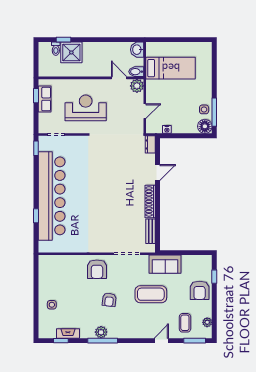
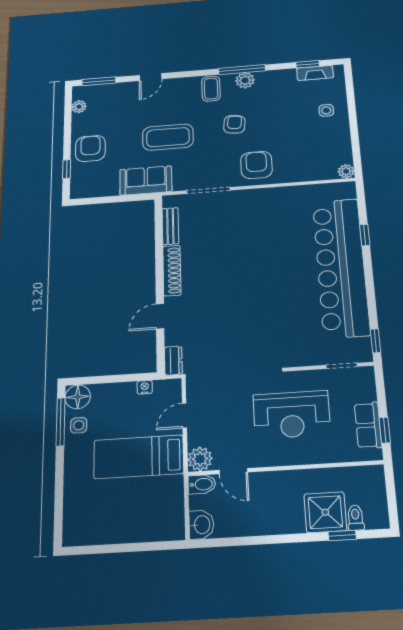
bed: (171, 68) -> (139, 457), moved
plant: (43, 260) -> (346, 171), added
coffee table: (185, 323) -> (211, 89), moved
fireplace: (68, 333) -> (315, 73), moved

